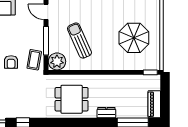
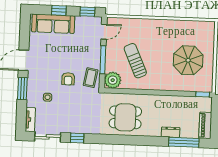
door: (46, 12) -> (104, 32), swing flipped
dresser: (106, 113) -> (171, 132), moved

